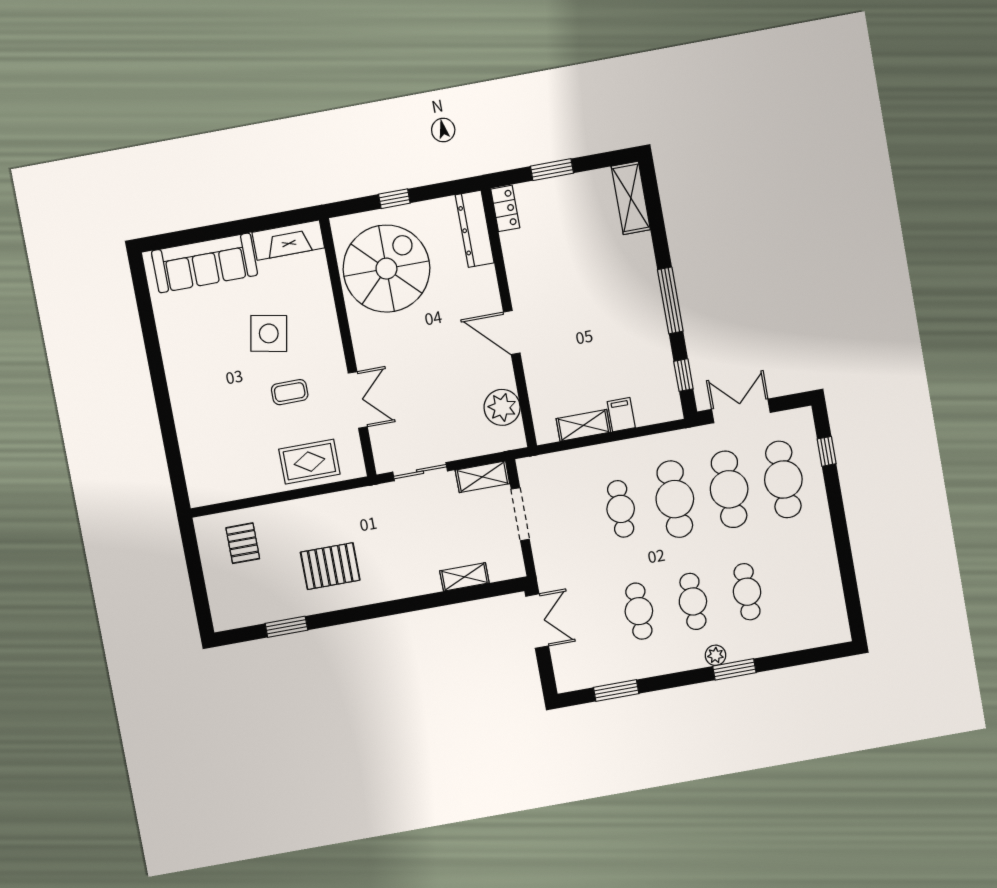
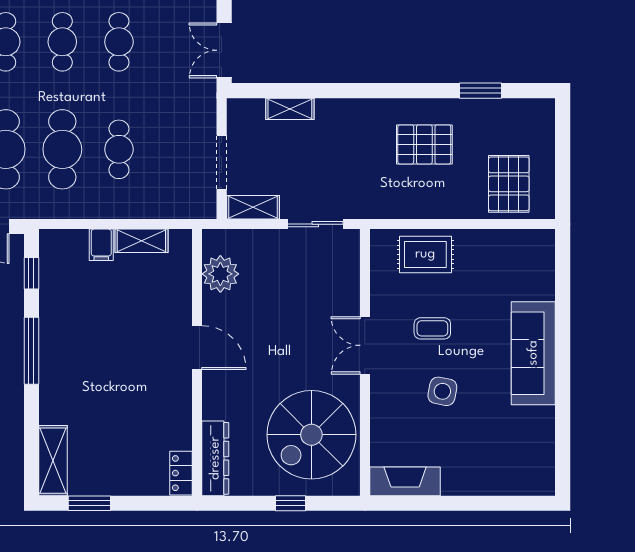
window: (552, 170) -> (89, 503), moved
sofa: (205, 263) -> (533, 353), moved, turned -90
side table: (269, 333) -> (442, 391), width x0.73, depth x0.73
double door: (358, 400) -> (365, 345), moved
pallet: (243, 543) -> (509, 184), width x1.50, depth x1.42

